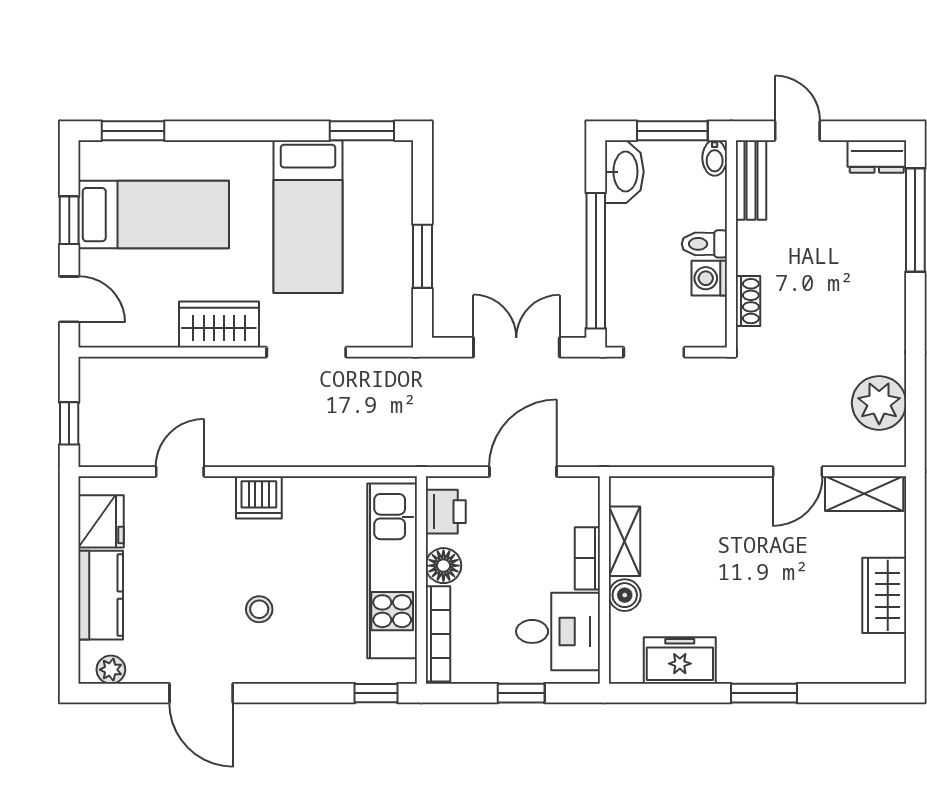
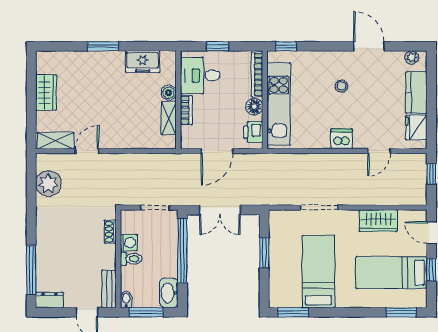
wardrobe: (219, 325) -> (378, 221), moved

